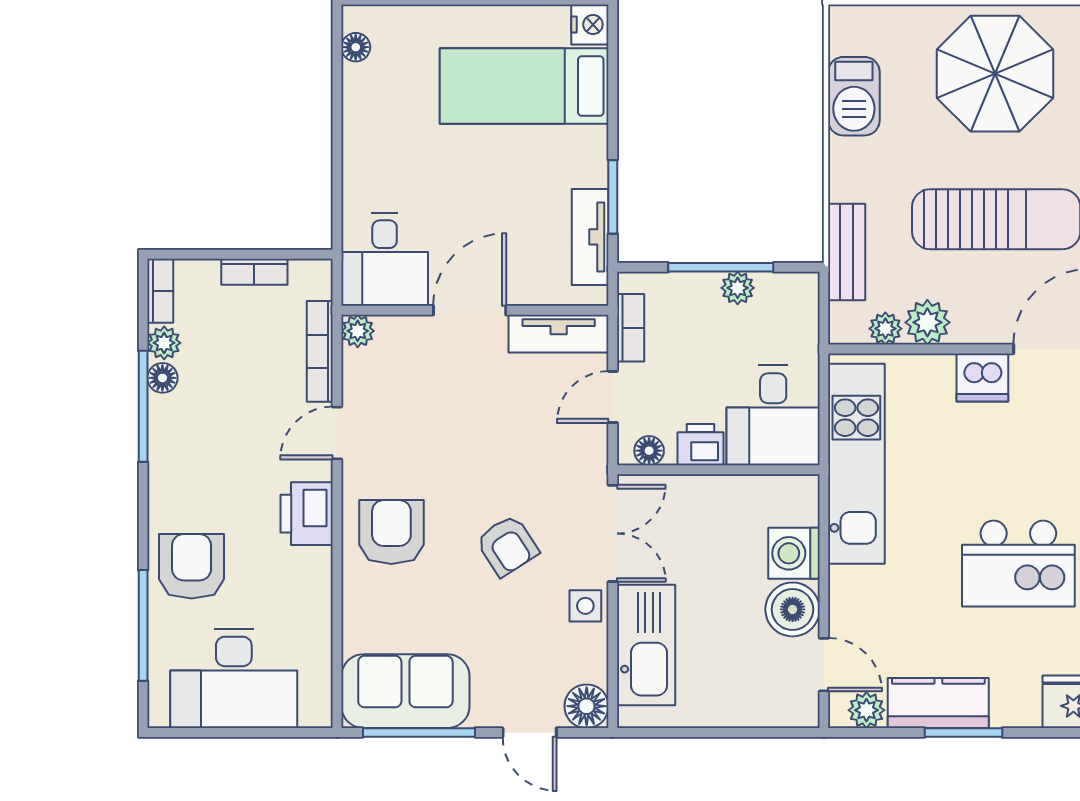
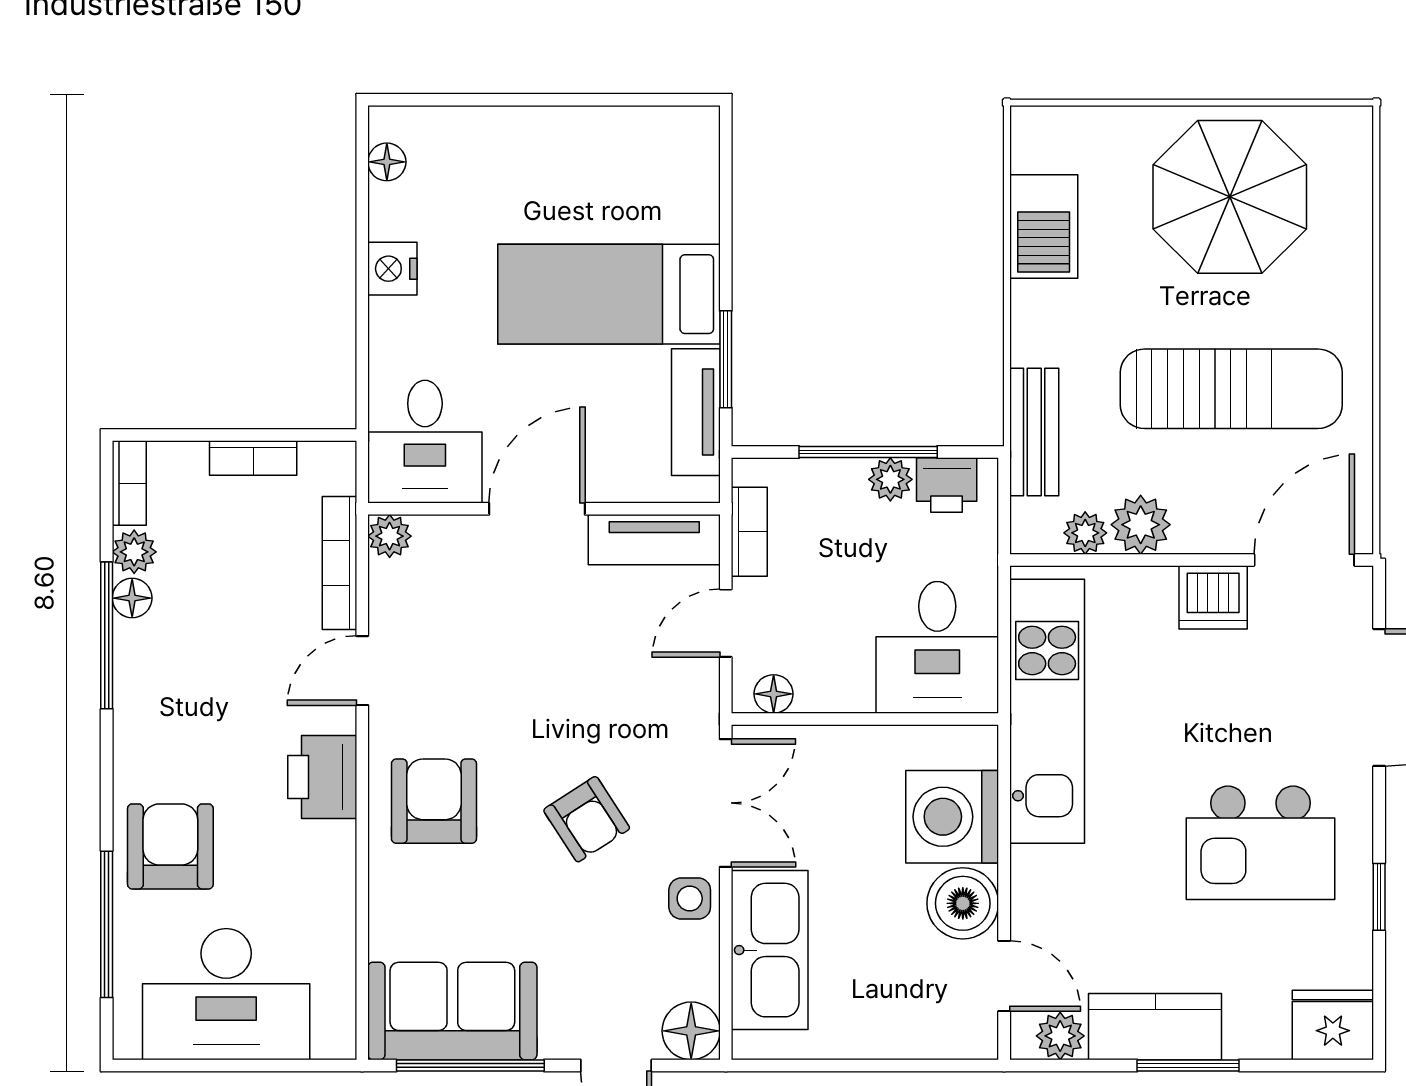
nightstand: (590, 25) -> (392, 269), moved, turned 180
bed: (524, 86) -> (609, 294), moved
printer: (701, 445) -> (947, 485), moved, turned 180
washing machine: (794, 553) -> (952, 817), width x1.37, depth x1.37

